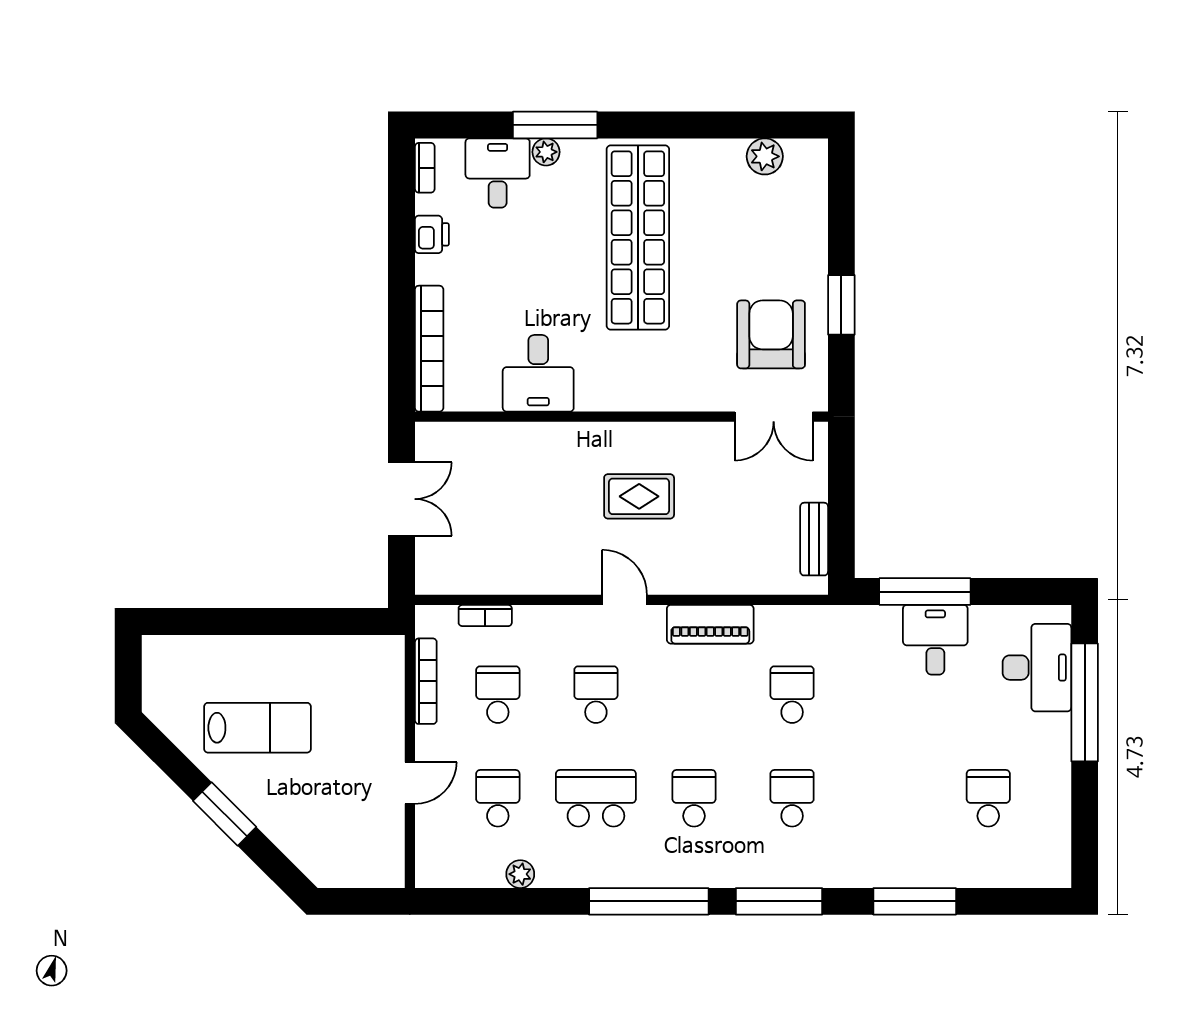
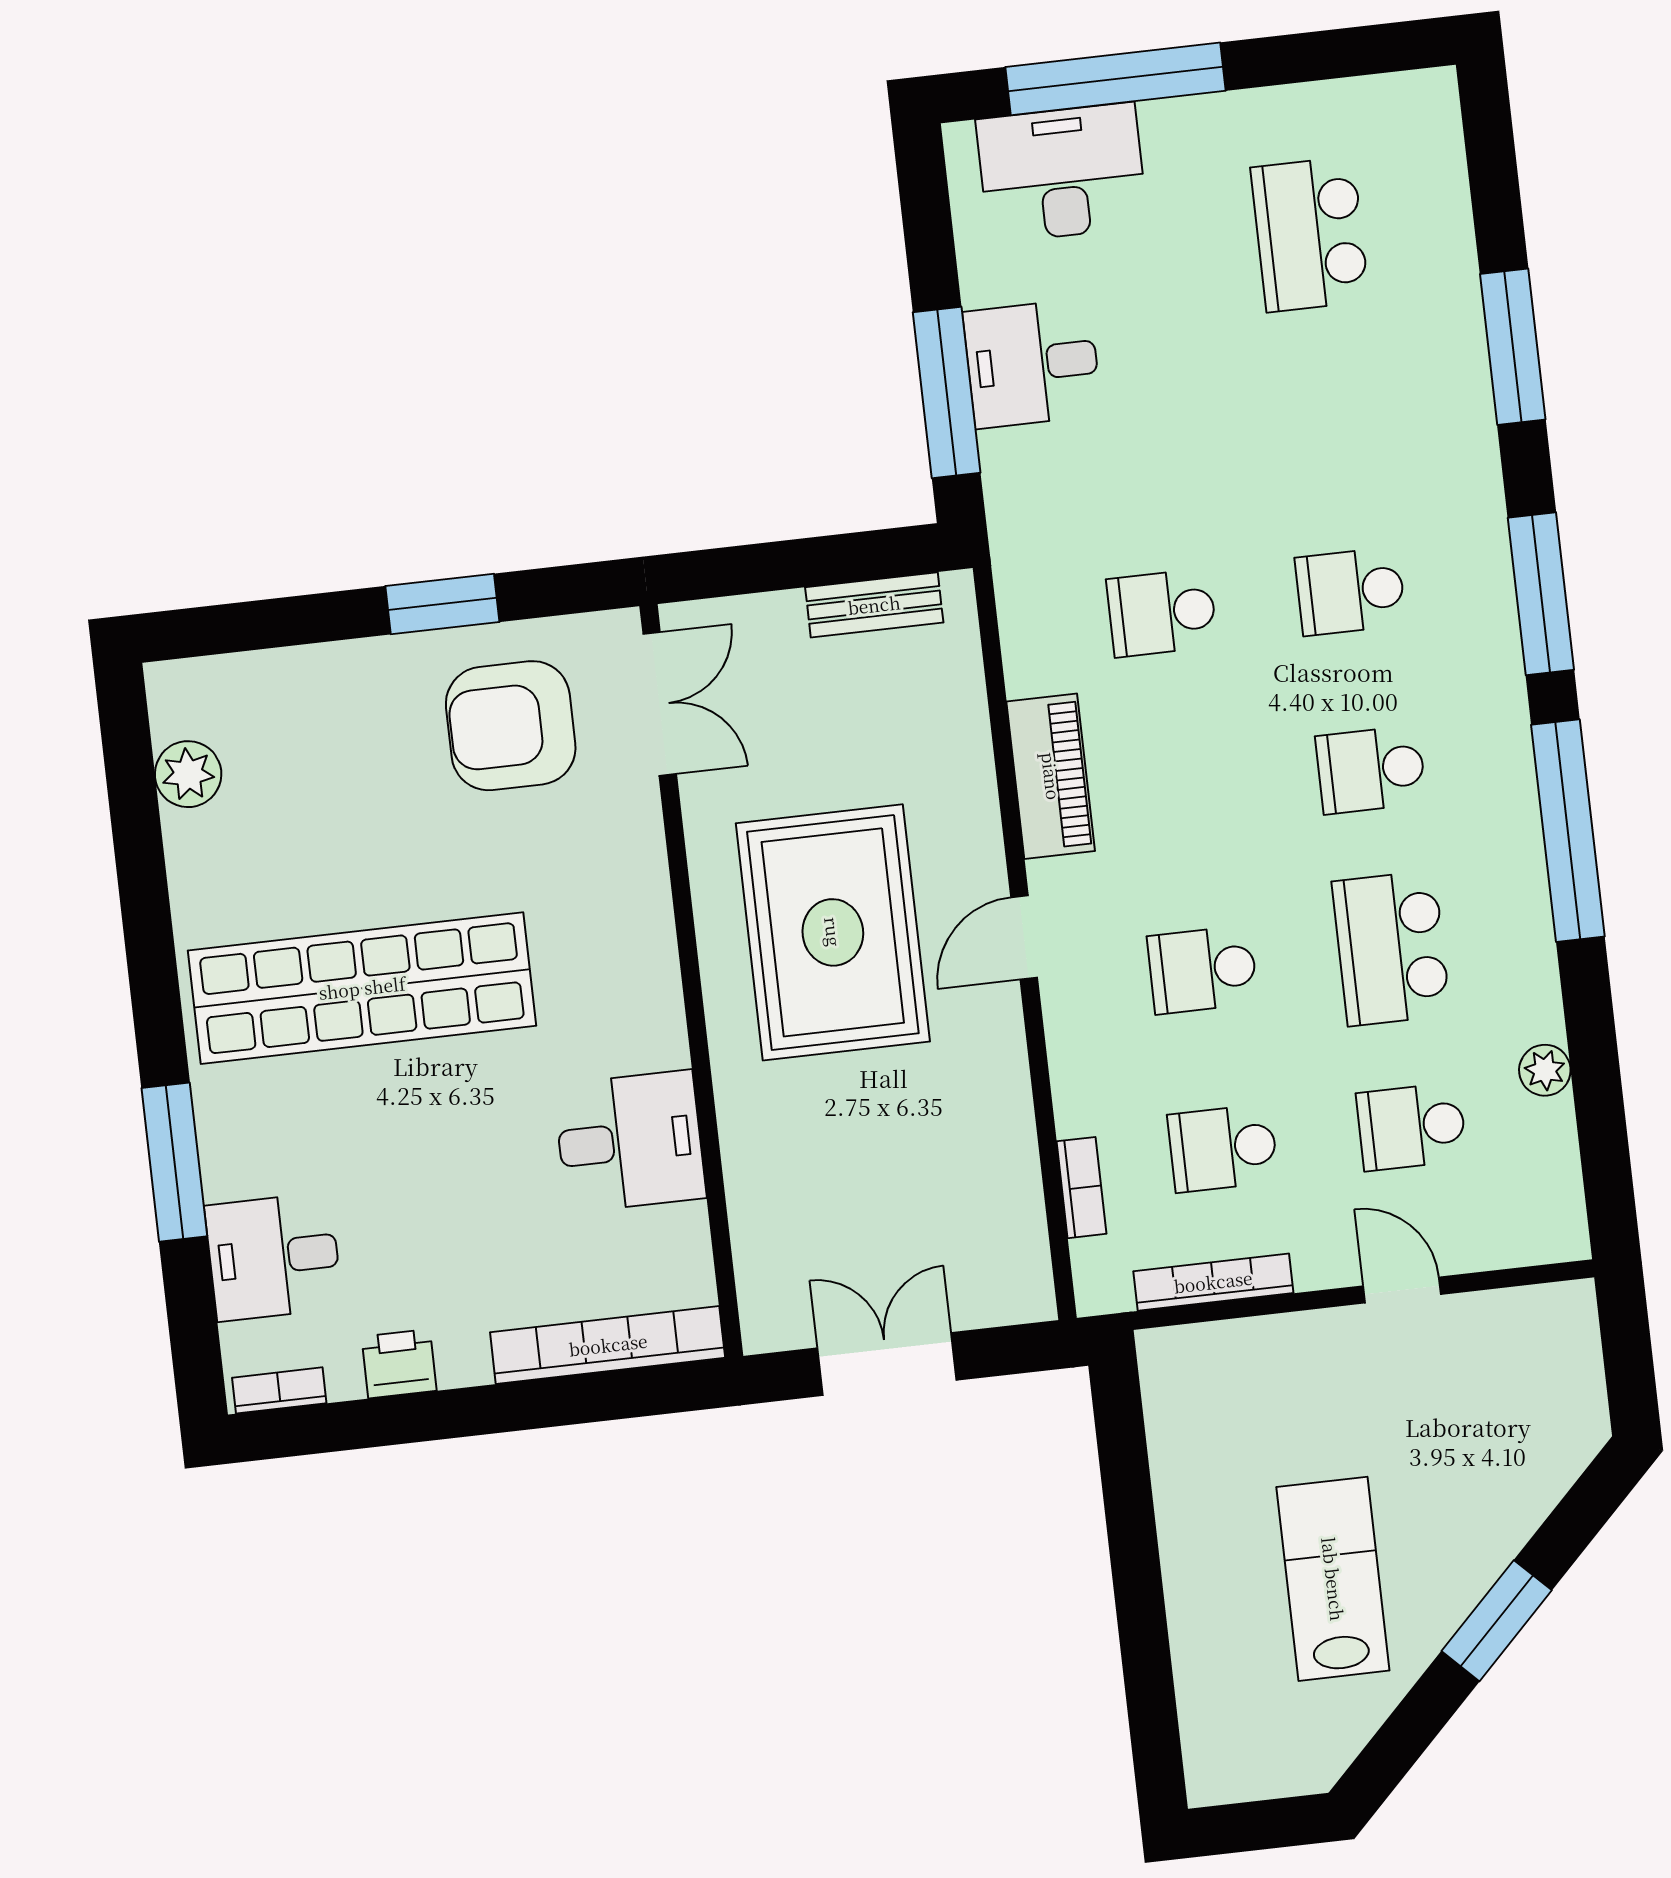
plant: (546, 152) -> (225, 1173), removed
rug: (639, 496) -> (833, 932), width x1.86, depth x2.06
school desk: (988, 798) -> (1310, 234), width x1.85

